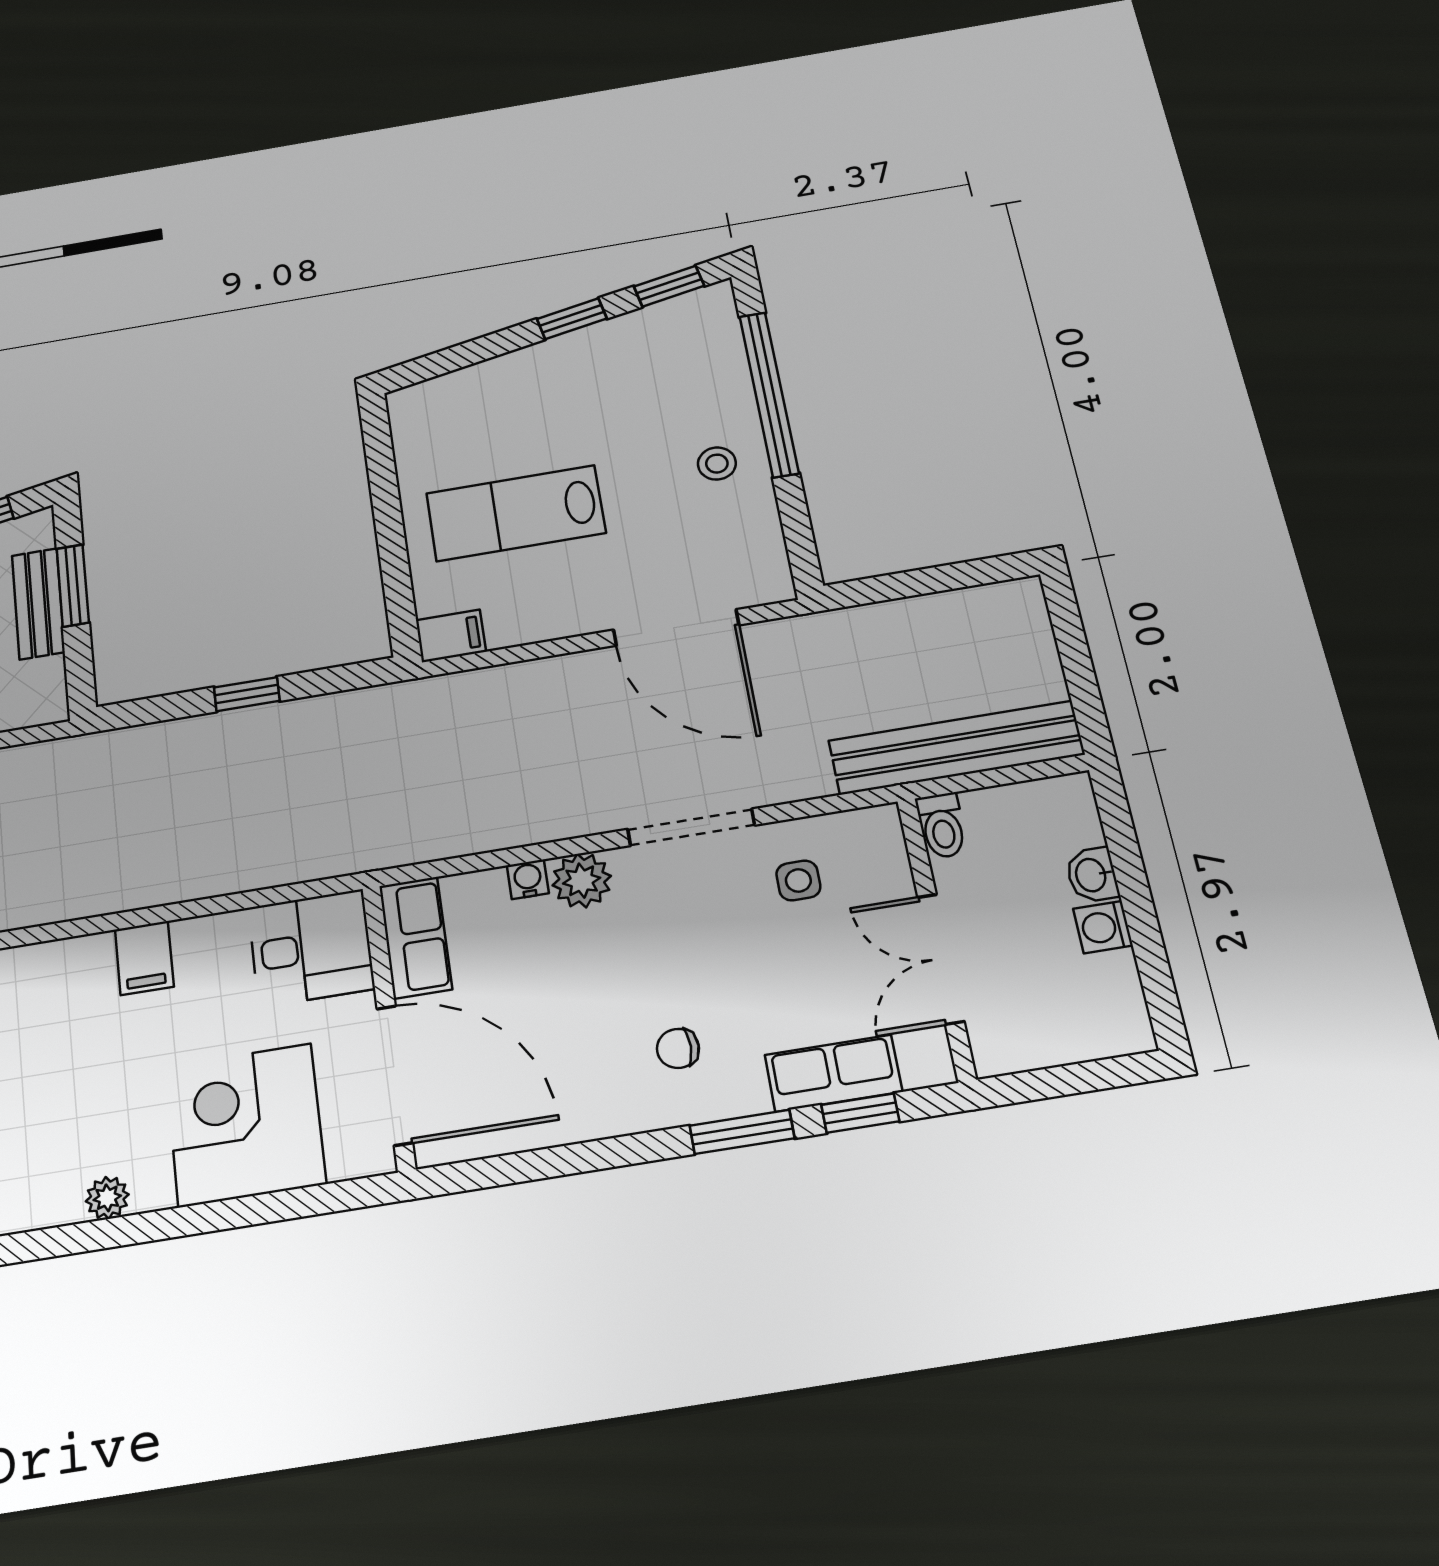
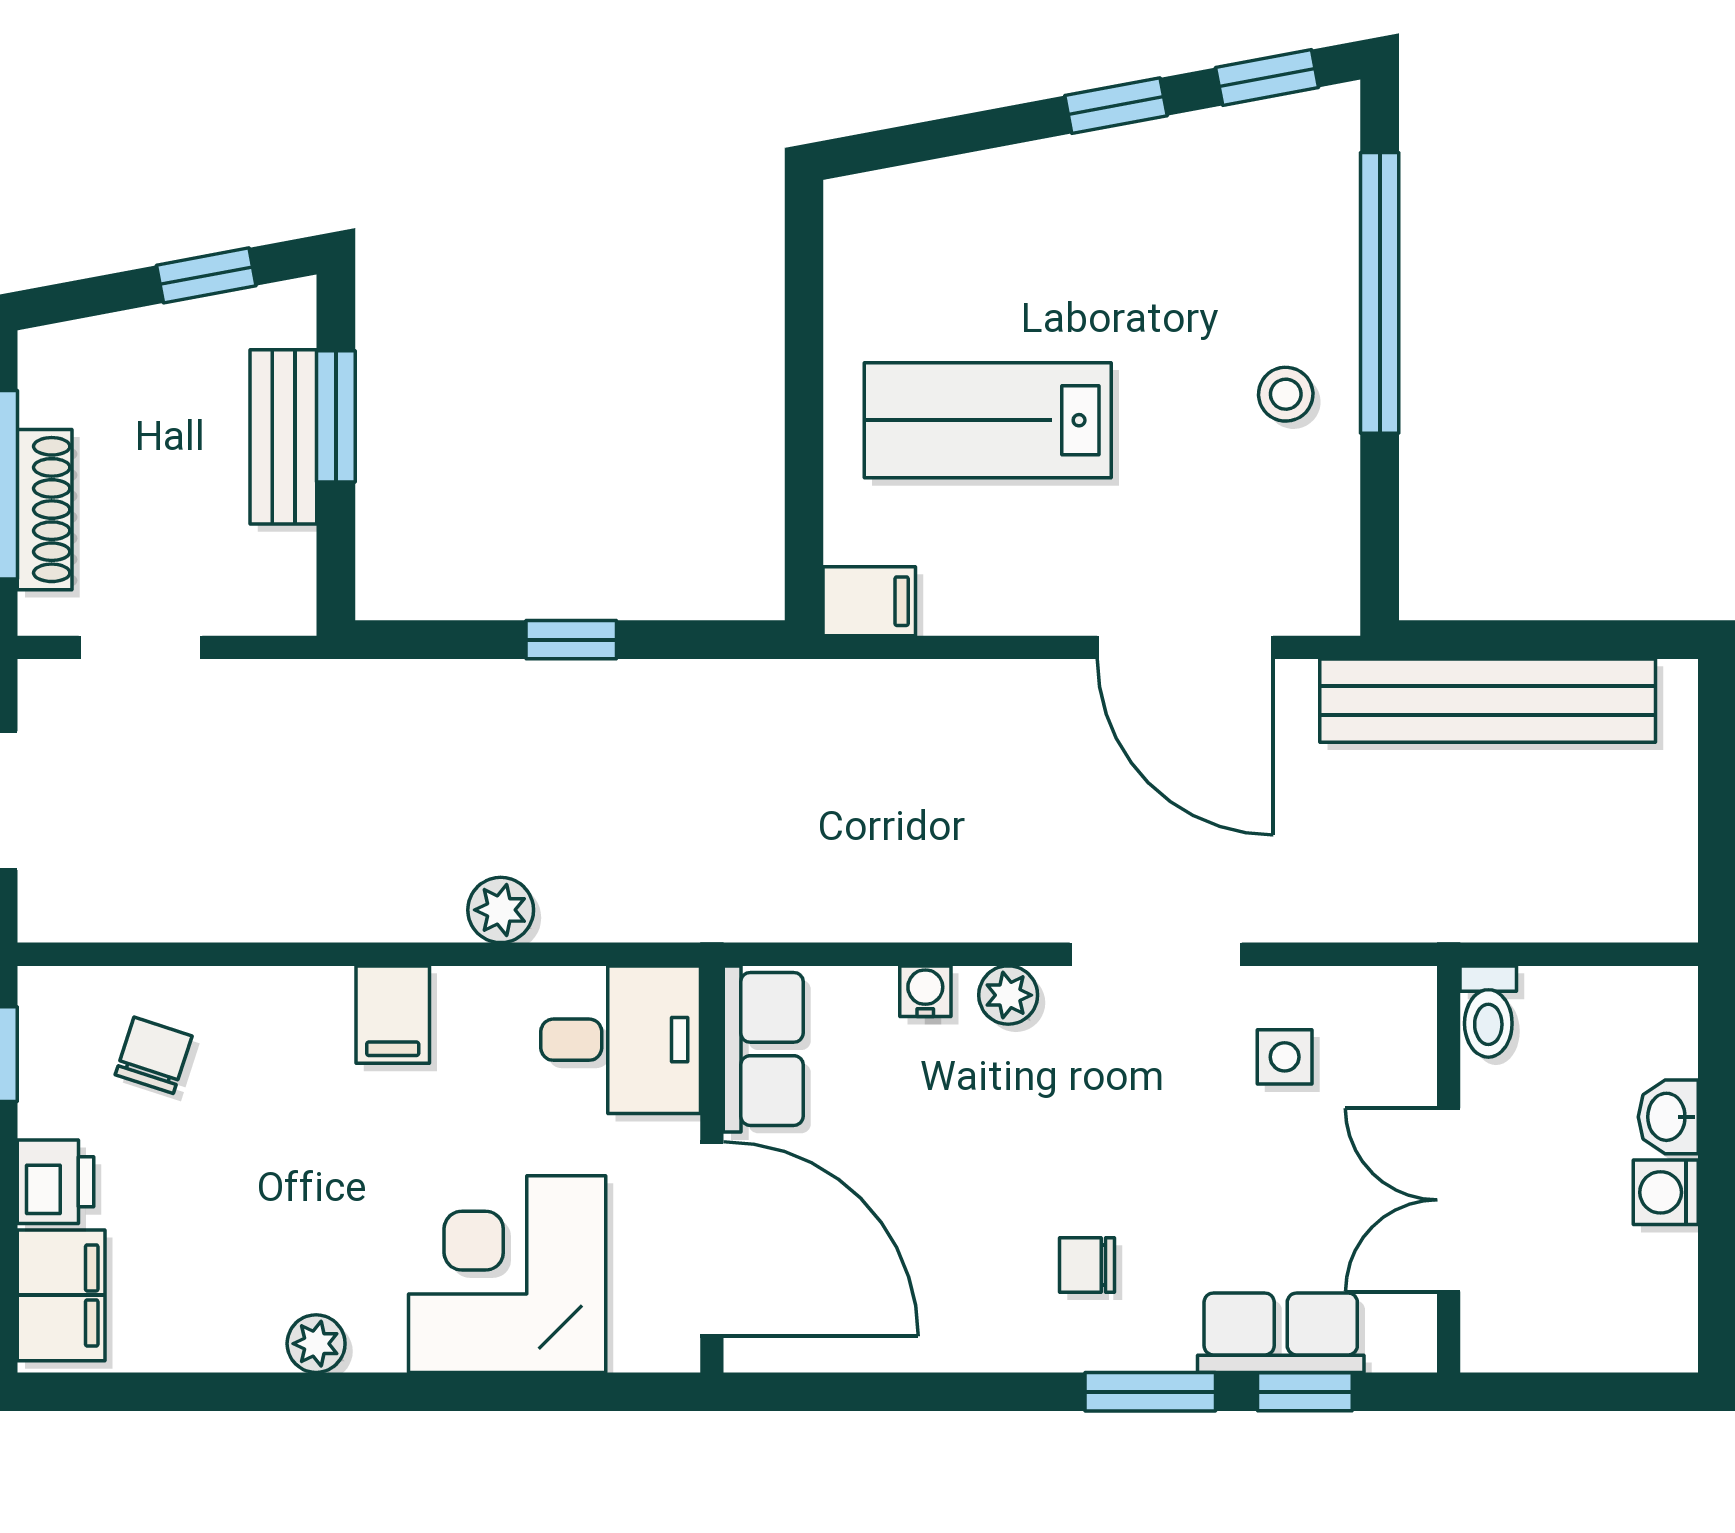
bench: (956, 748) -> (1488, 701), moved
plant: (215, 875) -> (501, 910), added
plant: (582, 881) -> (1008, 995), width x0.73, depth x0.73

